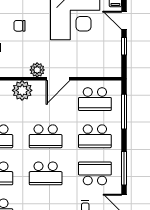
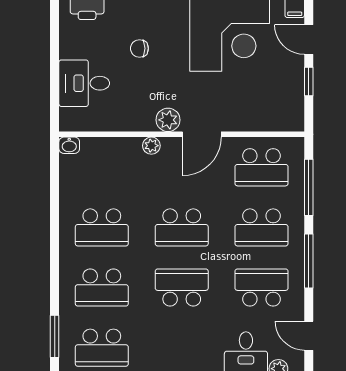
plant: (22, 90) -> (151, 146), width x0.53, depth x0.53
window: (124, 168) -> (309, 261), moved
school desk: (46, 173) -> (182, 288), turned 180

